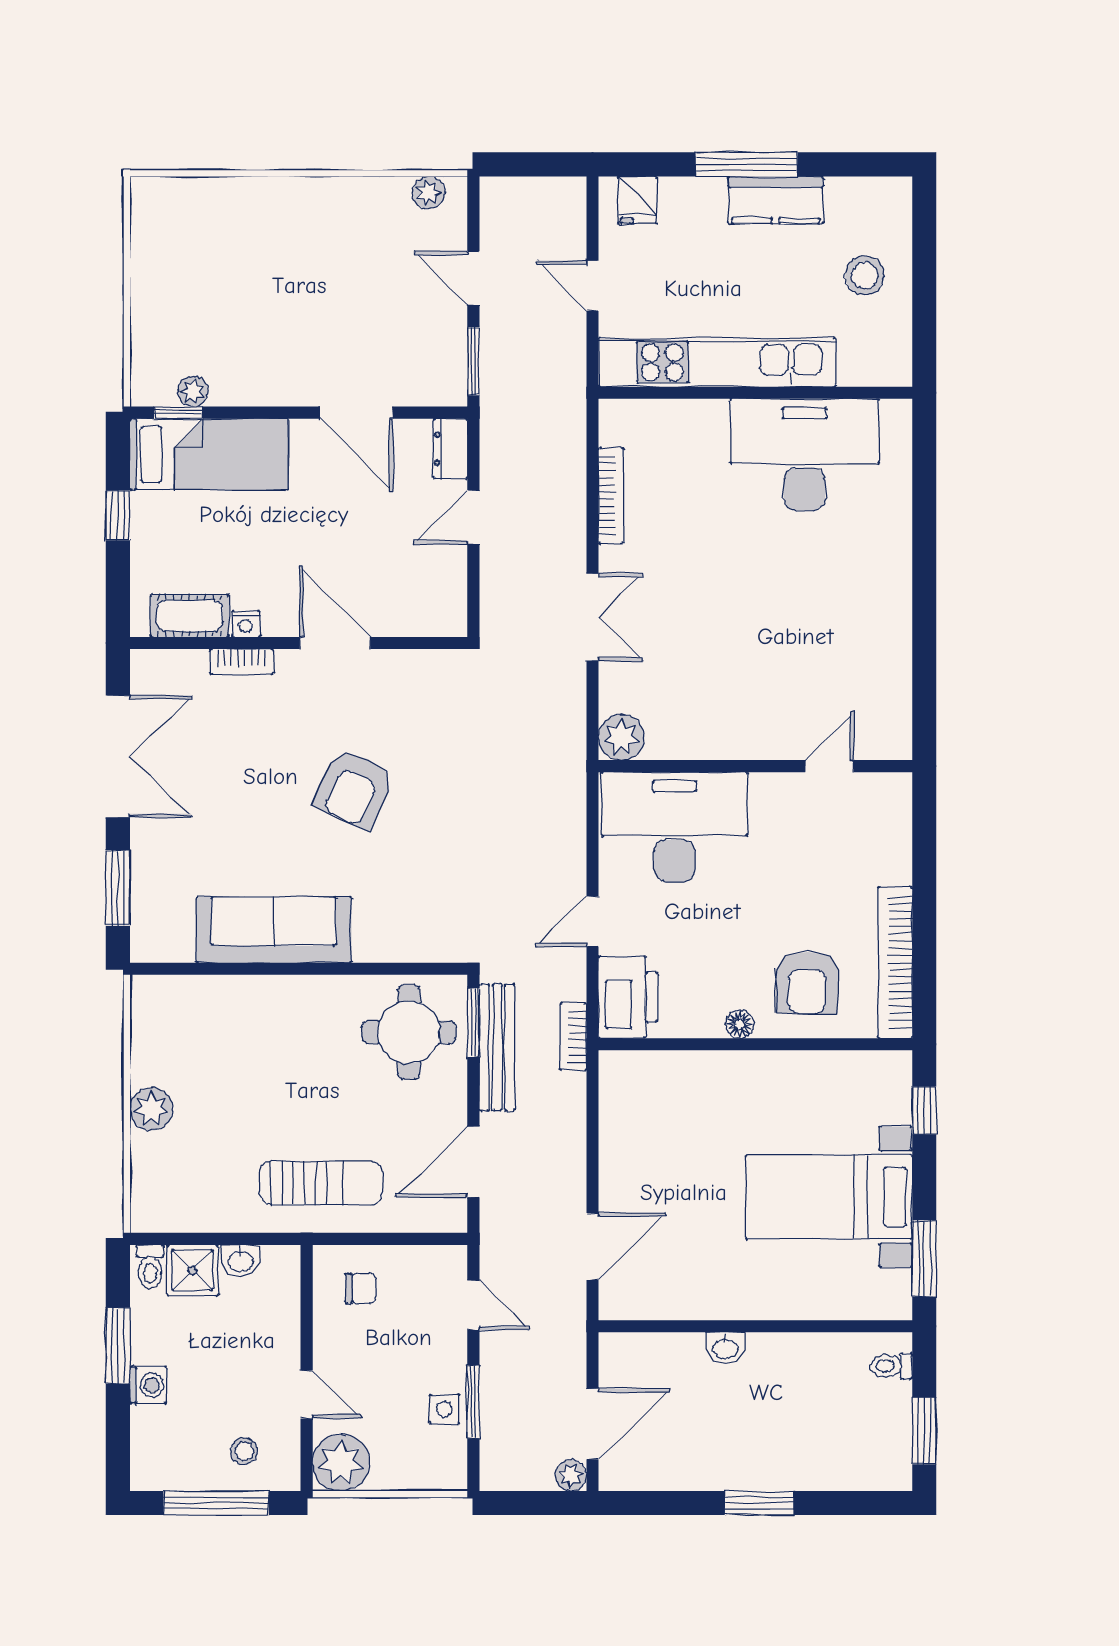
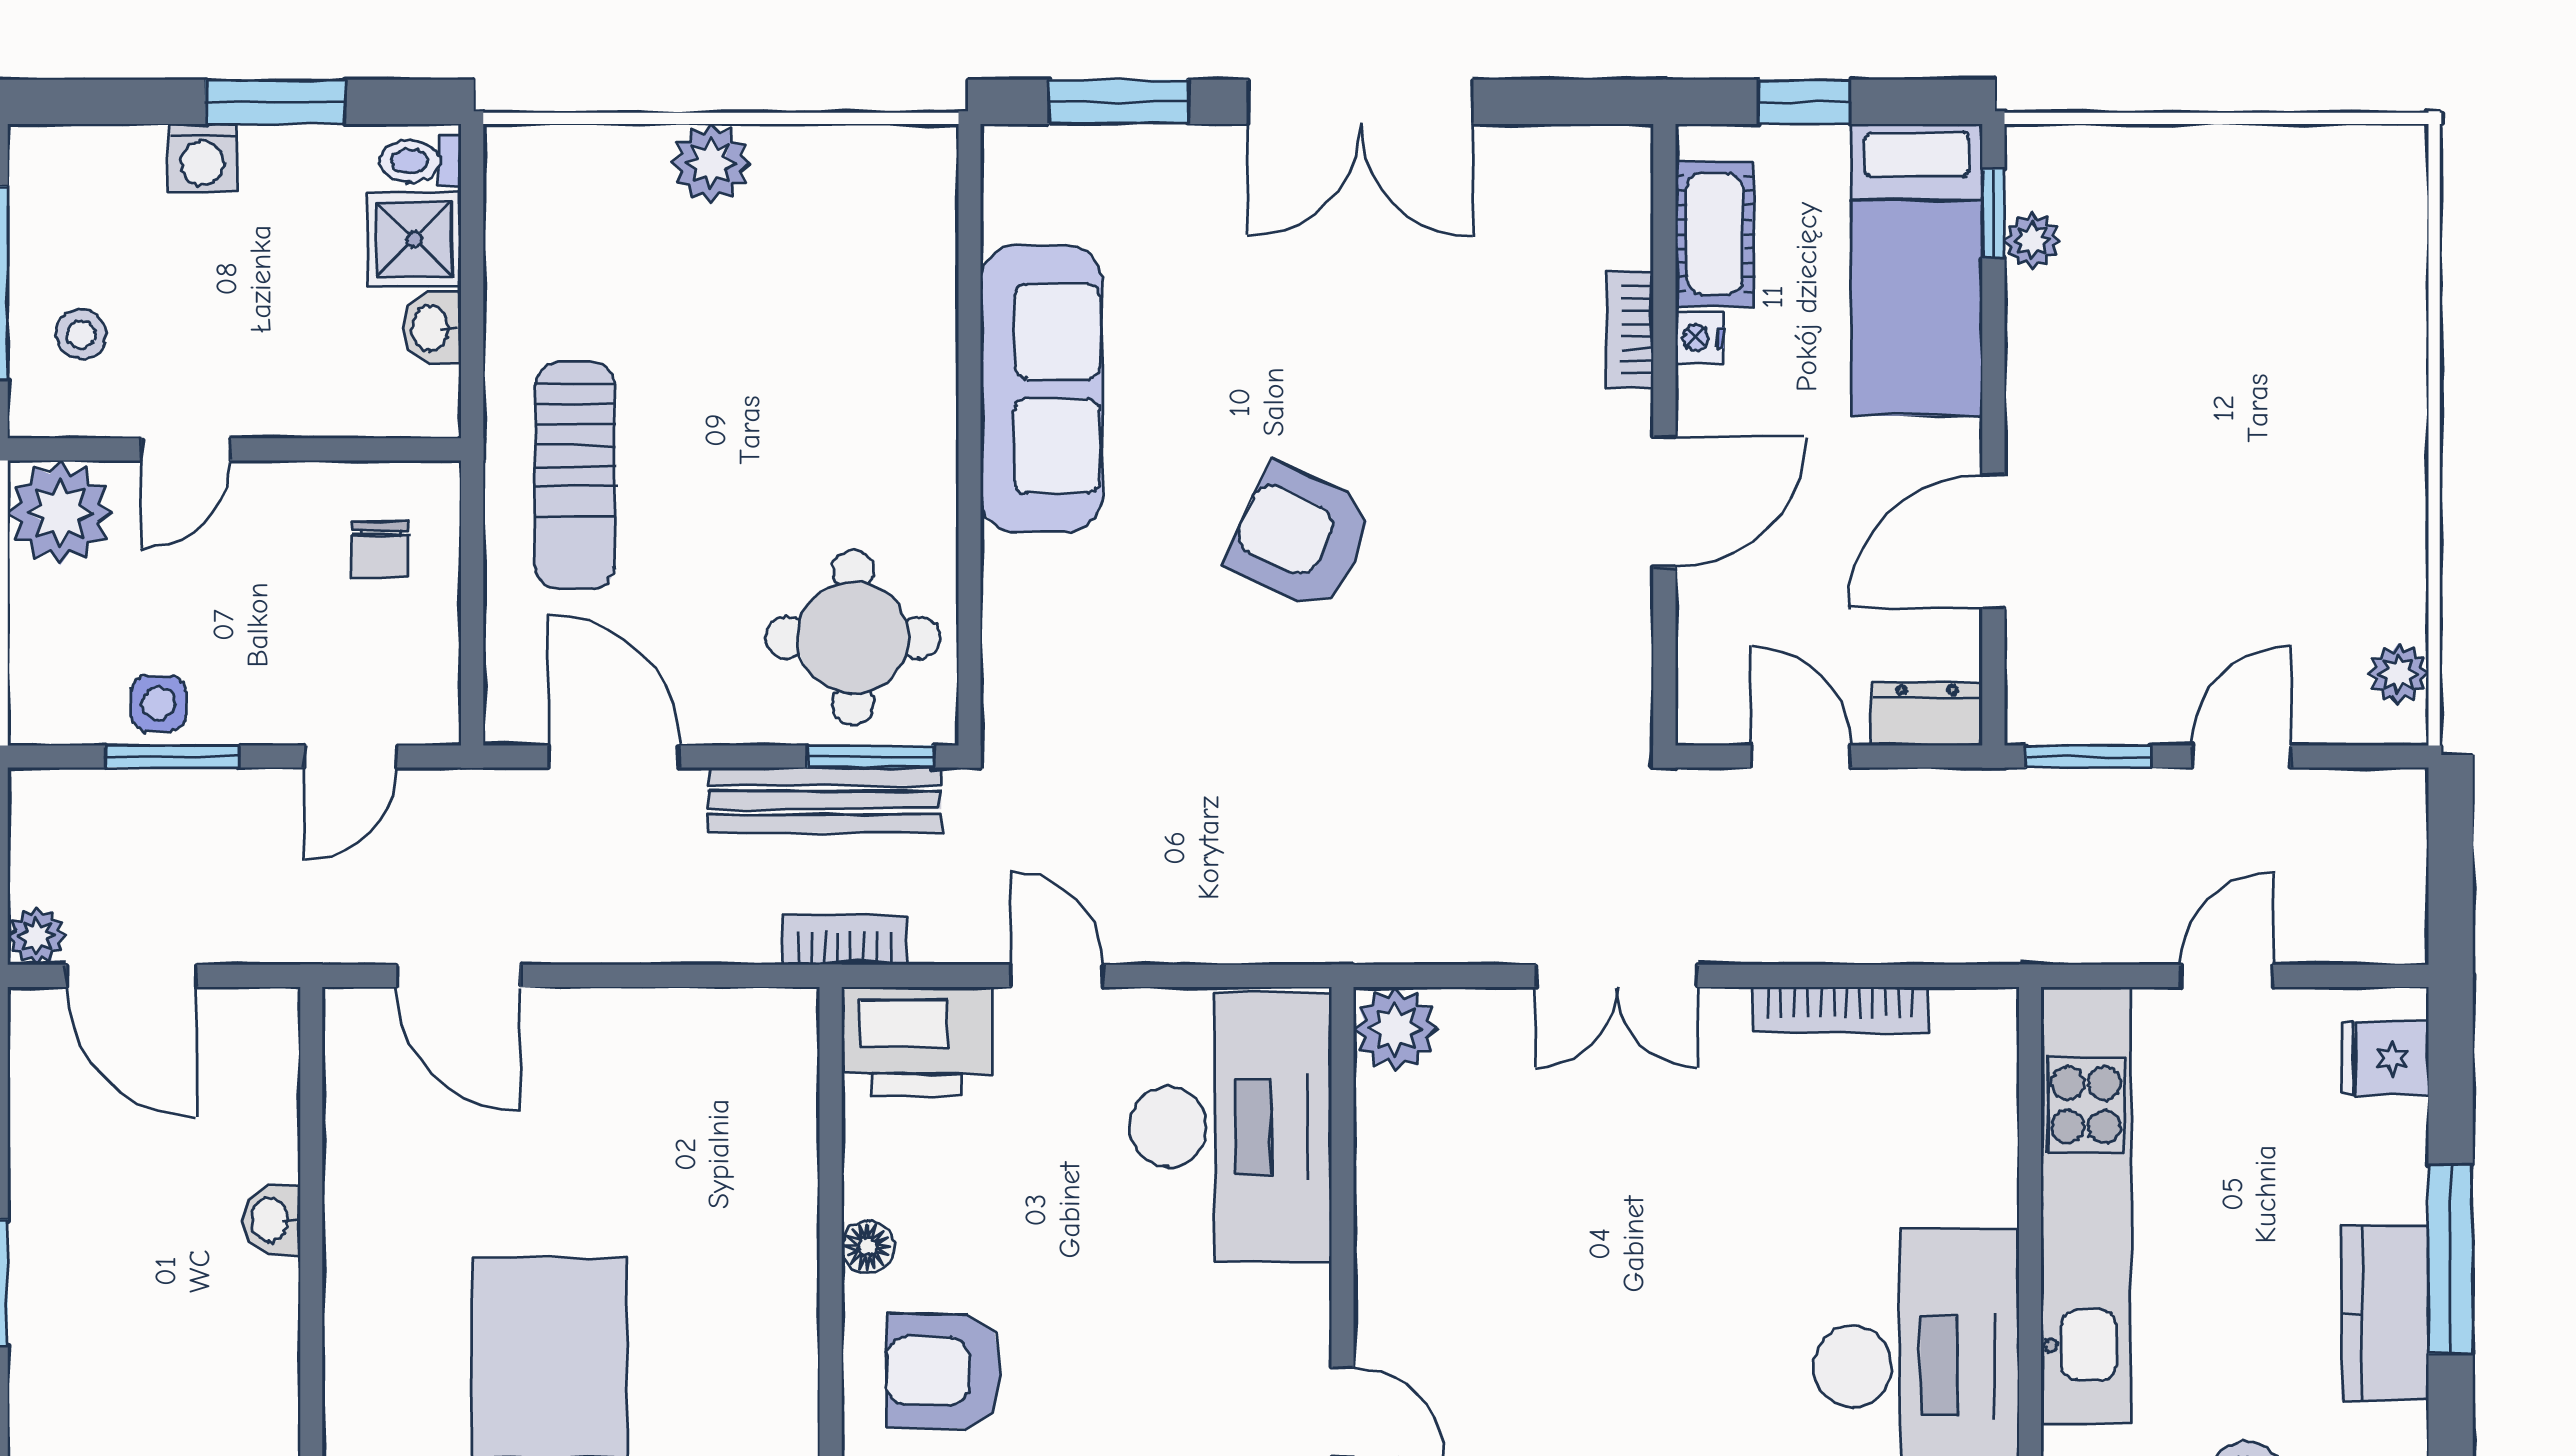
cot: (190, 616) -> (1715, 234), moved
nightstand: (246, 624) -> (1700, 338), moved
wall: (299, 643) -> (1664, 435), moved
door: (335, 643) -> (1664, 502), moved
bookcase: (241, 662) -> (1630, 329), moved

